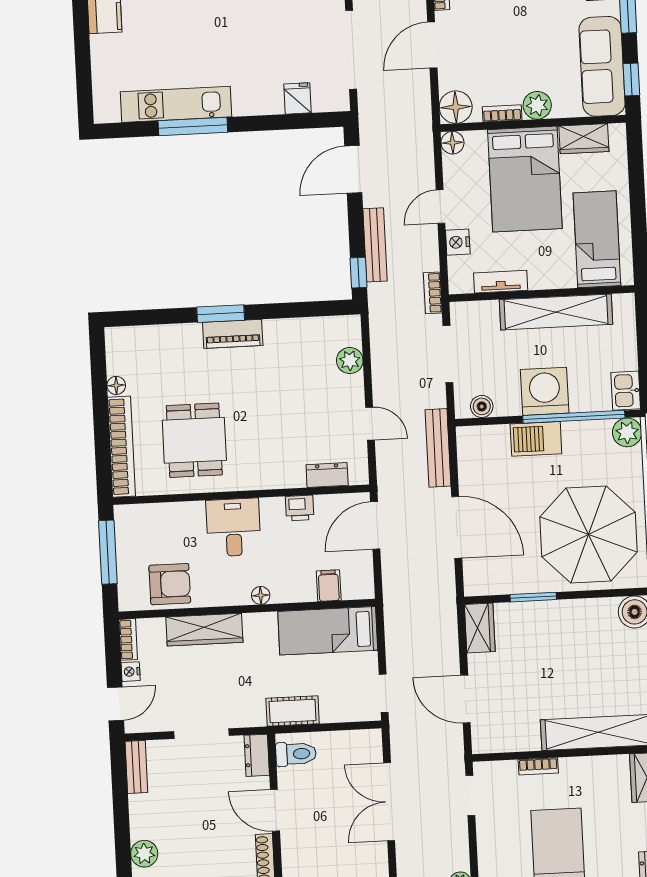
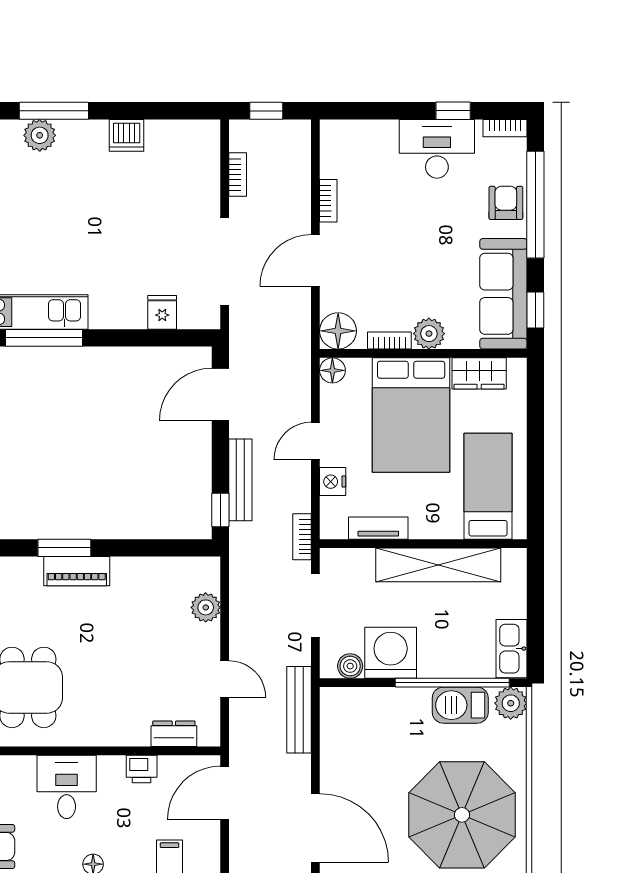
washing machine: (545, 391) -> (391, 653), moved
kitchen sink: (626, 391) -> (512, 649), width x1.38
barbecue: (536, 439) -> (460, 705), moved
door: (457, 527) -> (315, 828), moved

